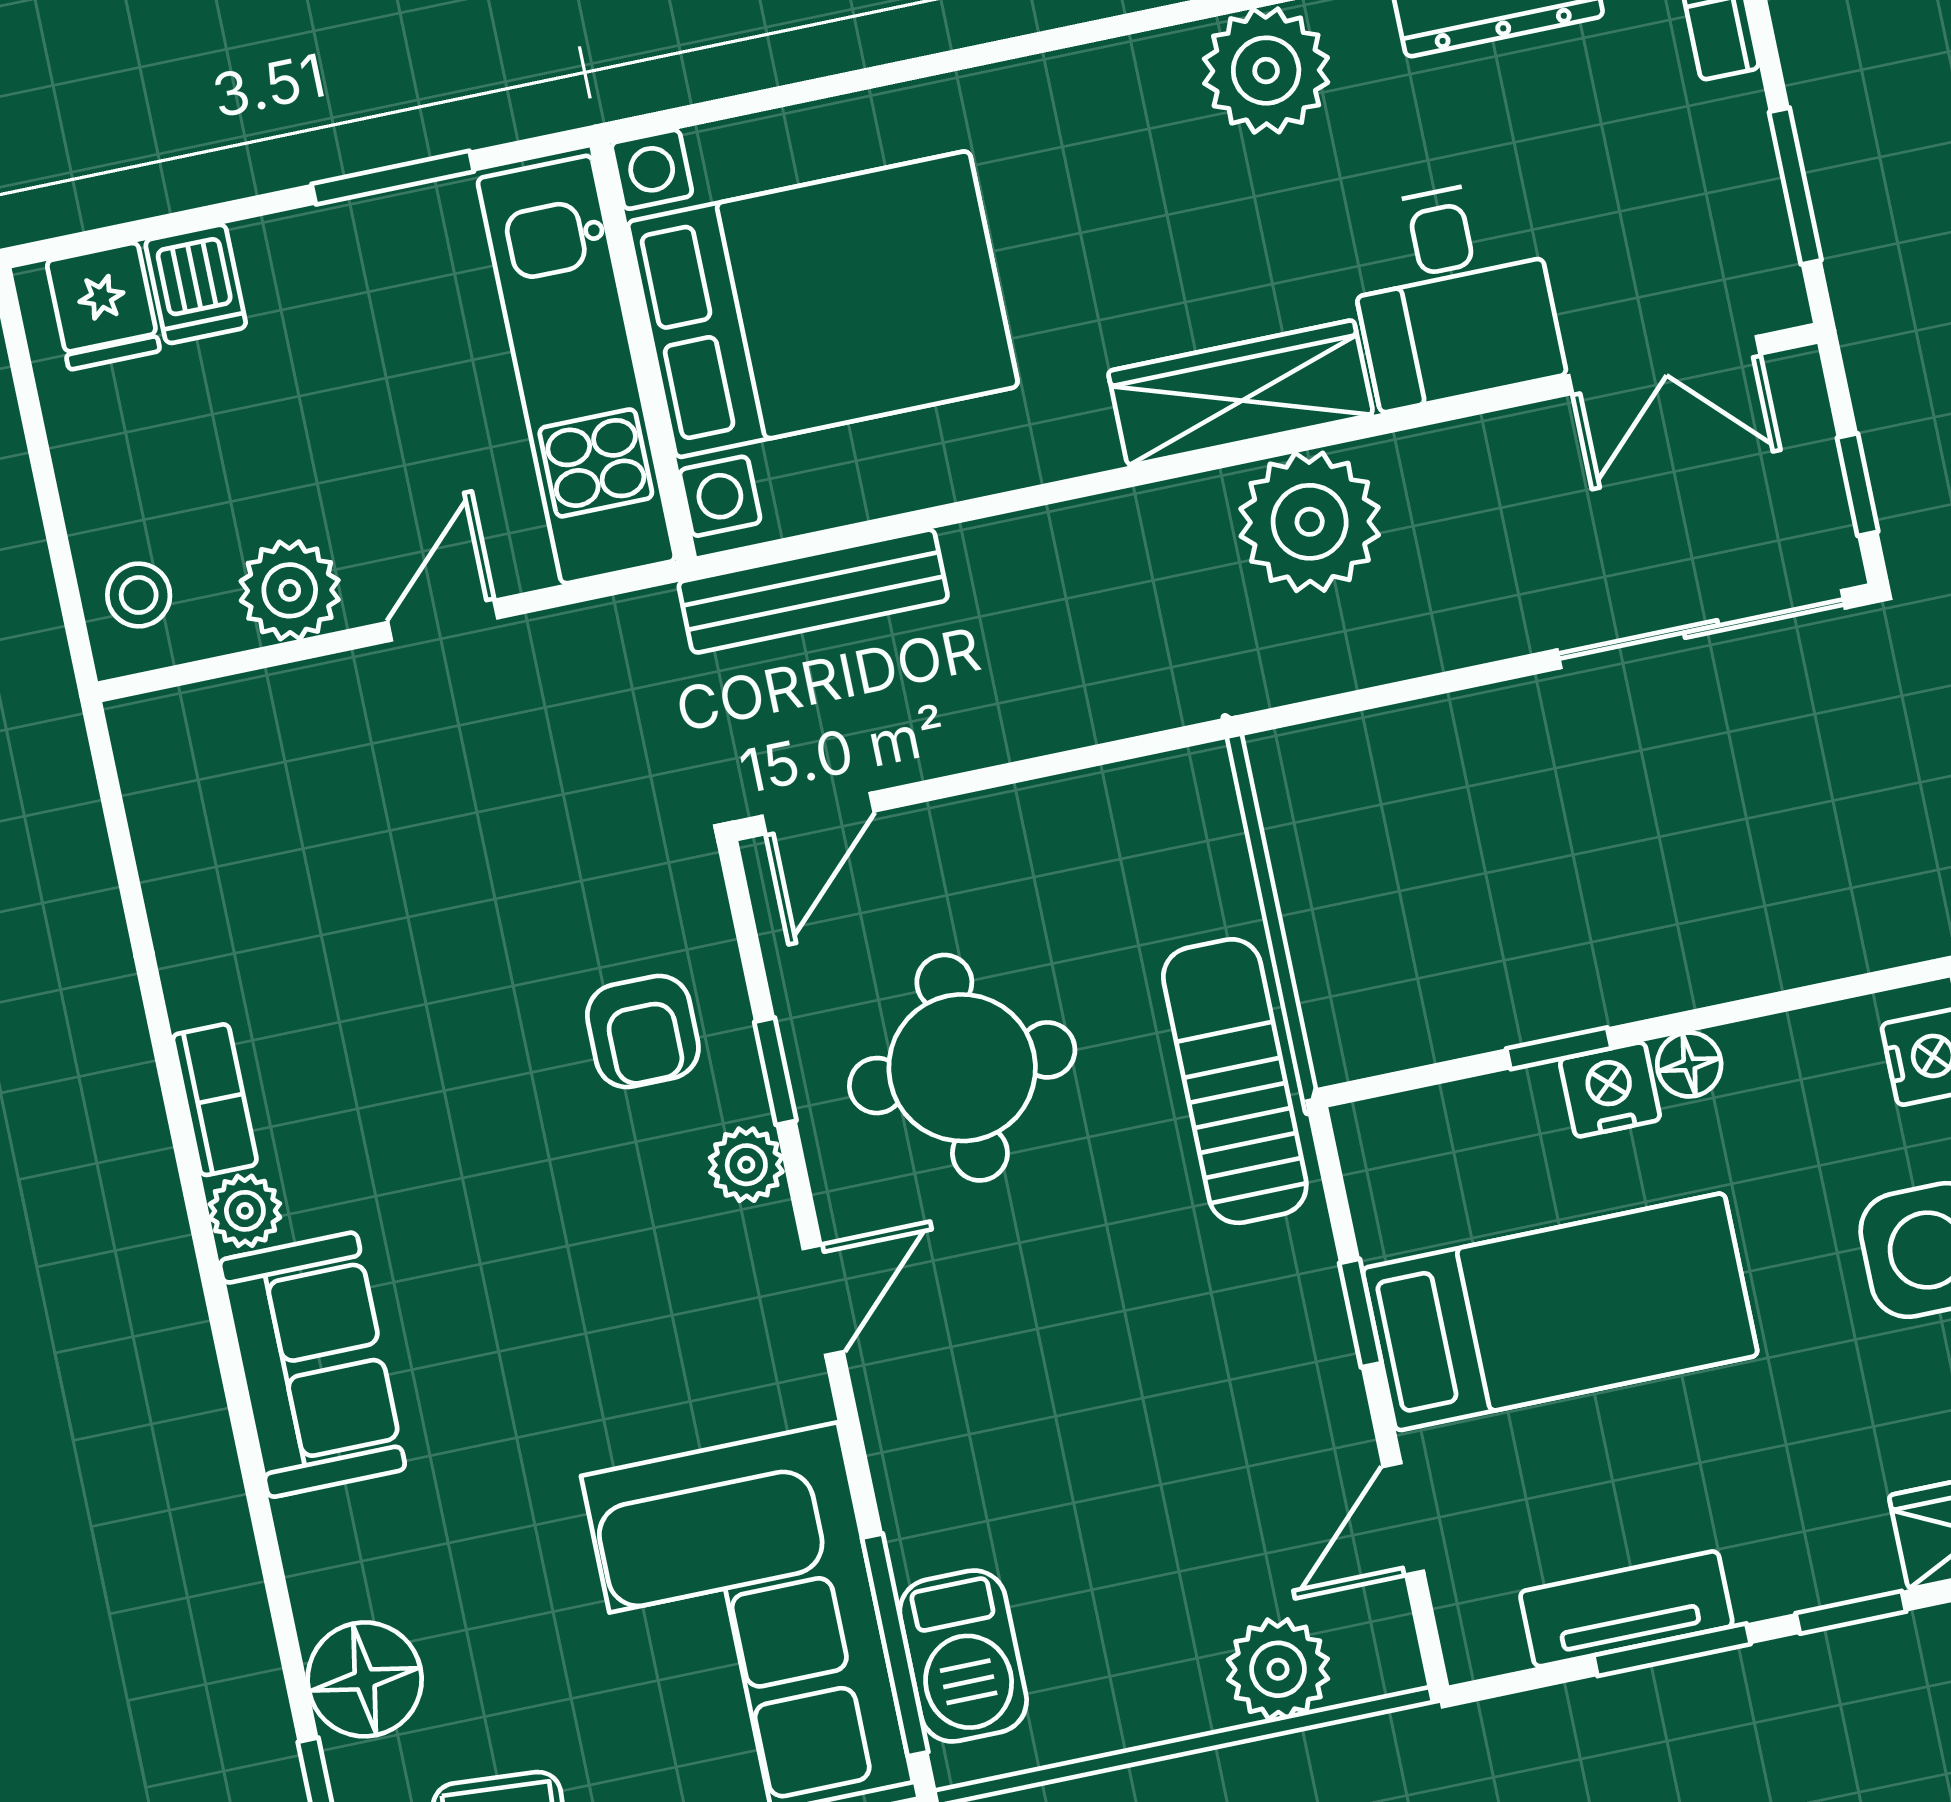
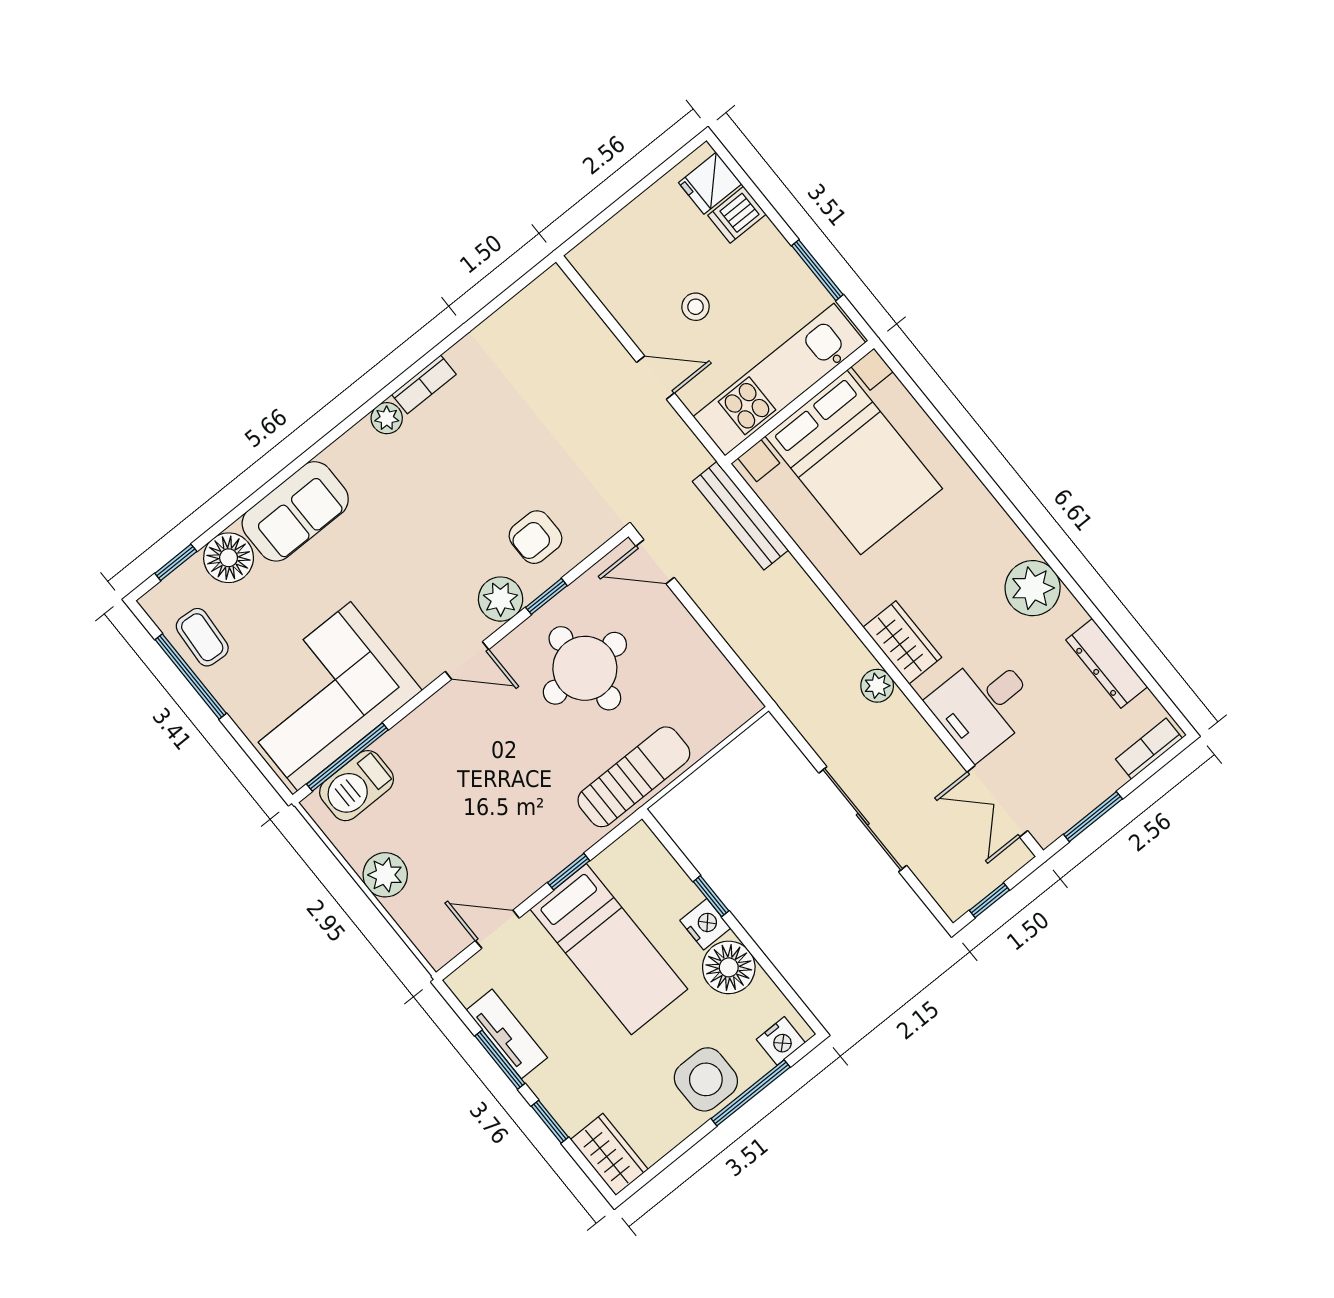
wardrobe: (1241, 393) -> (902, 642), width x0.67
plant: (1310, 522) -> (877, 686), width x0.53, depth x0.53
plant: (290, 590) -> (637, 312), removed
stool: (139, 595) -> (696, 307), moved
sliding door: (1701, 629) -> (863, 819), moved
floor lamp: (1689, 1065) -> (729, 967), width x1.89, depth x1.89
plant: (746, 1165) -> (501, 599), width x1.38, depth x1.38
sofa: (312, 1365) -> (295, 511), moved
plant: (1278, 1669) -> (385, 875), moved

